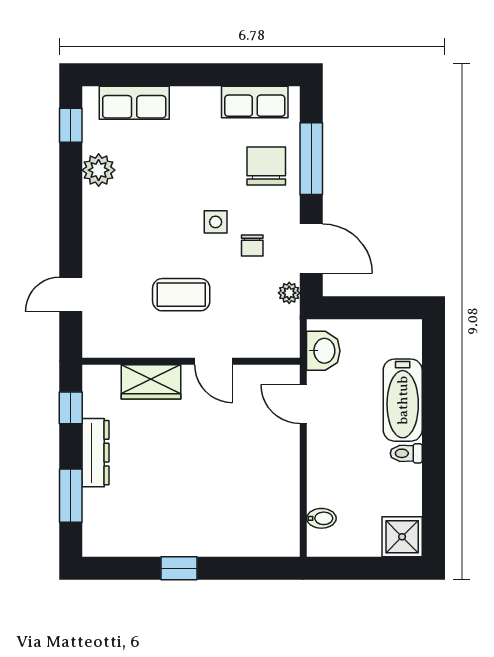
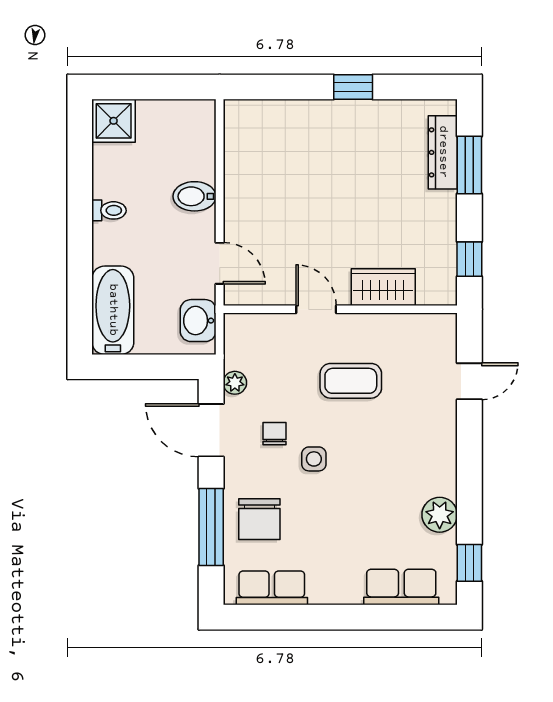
bathtub: (403, 400) -> (113, 310), moved
dresser: (96, 453) -> (443, 152), moved
bidet: (321, 518) -> (195, 196), moved, width x1.38, depth x1.36

